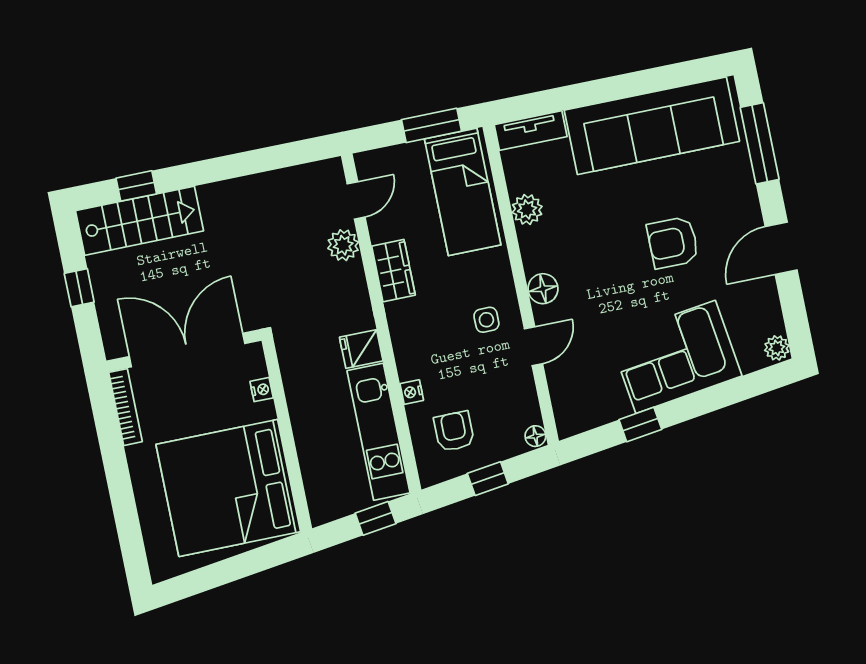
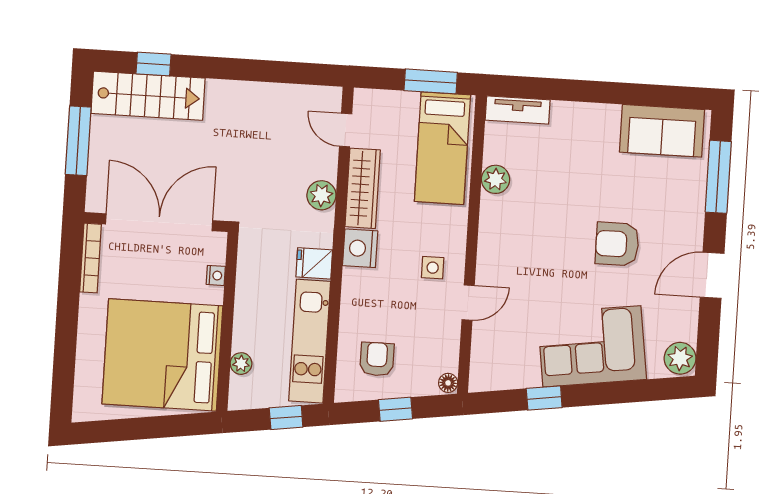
sofa: (652, 126) -> (662, 131), width x0.54, depth x0.79
door: (356, 200) -> (346, 130), swing flipped
plant: (343, 245) -> (321, 195), moved
wardrobe: (393, 271) -> (363, 188), width x1.50
window: (79, 288) -> (78, 141), width x2.17
floor lamp: (543, 289) -> (490, 254), removed
plant: (777, 348) -> (680, 358), width x1.38, depth x1.38
nightstand: (412, 392) -> (360, 248), moved, width x1.89, depth x1.79
plant: (313, 475) -> (241, 364), added

